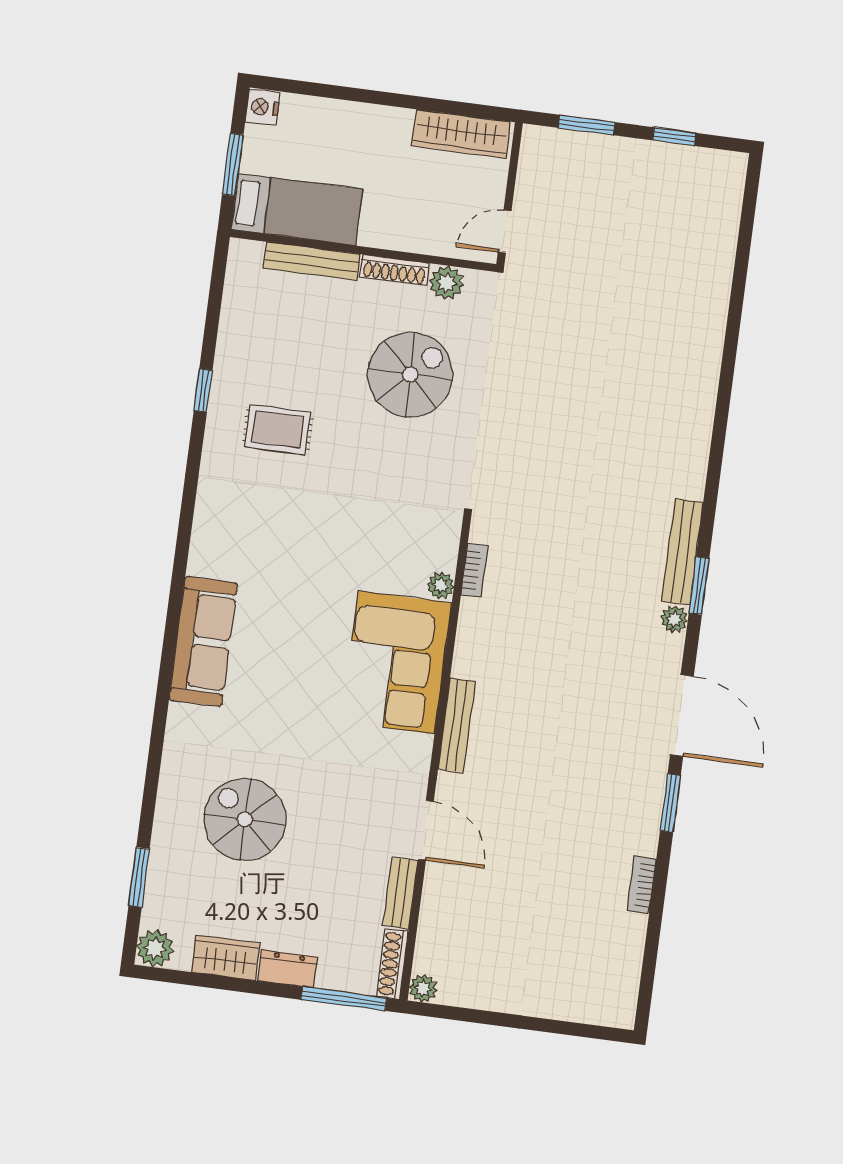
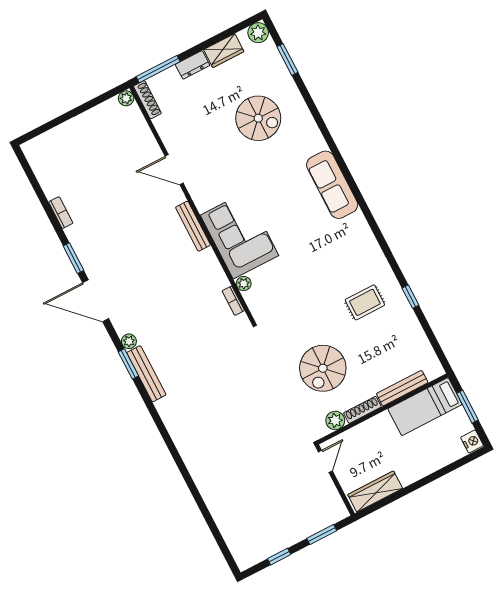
bench: (400, 893) -> (166, 134), removed

